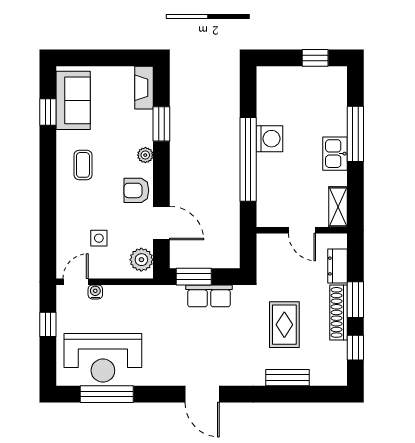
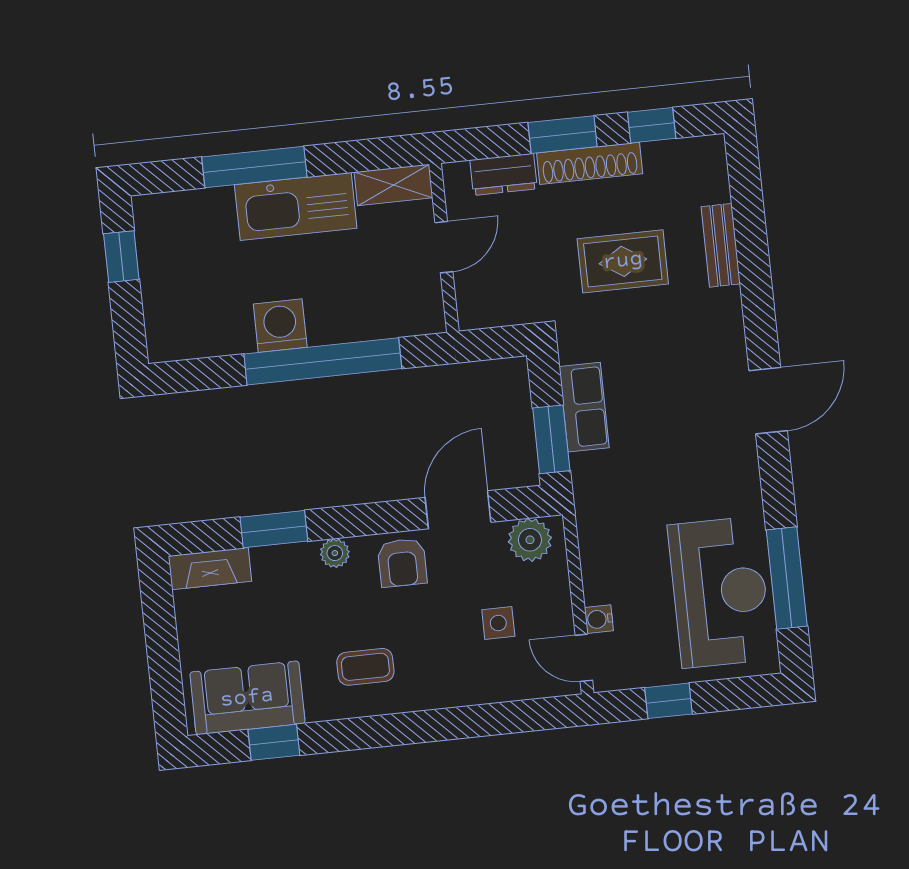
kitchen sink: (335, 154) -> (296, 206), width x1.88, depth x1.24

